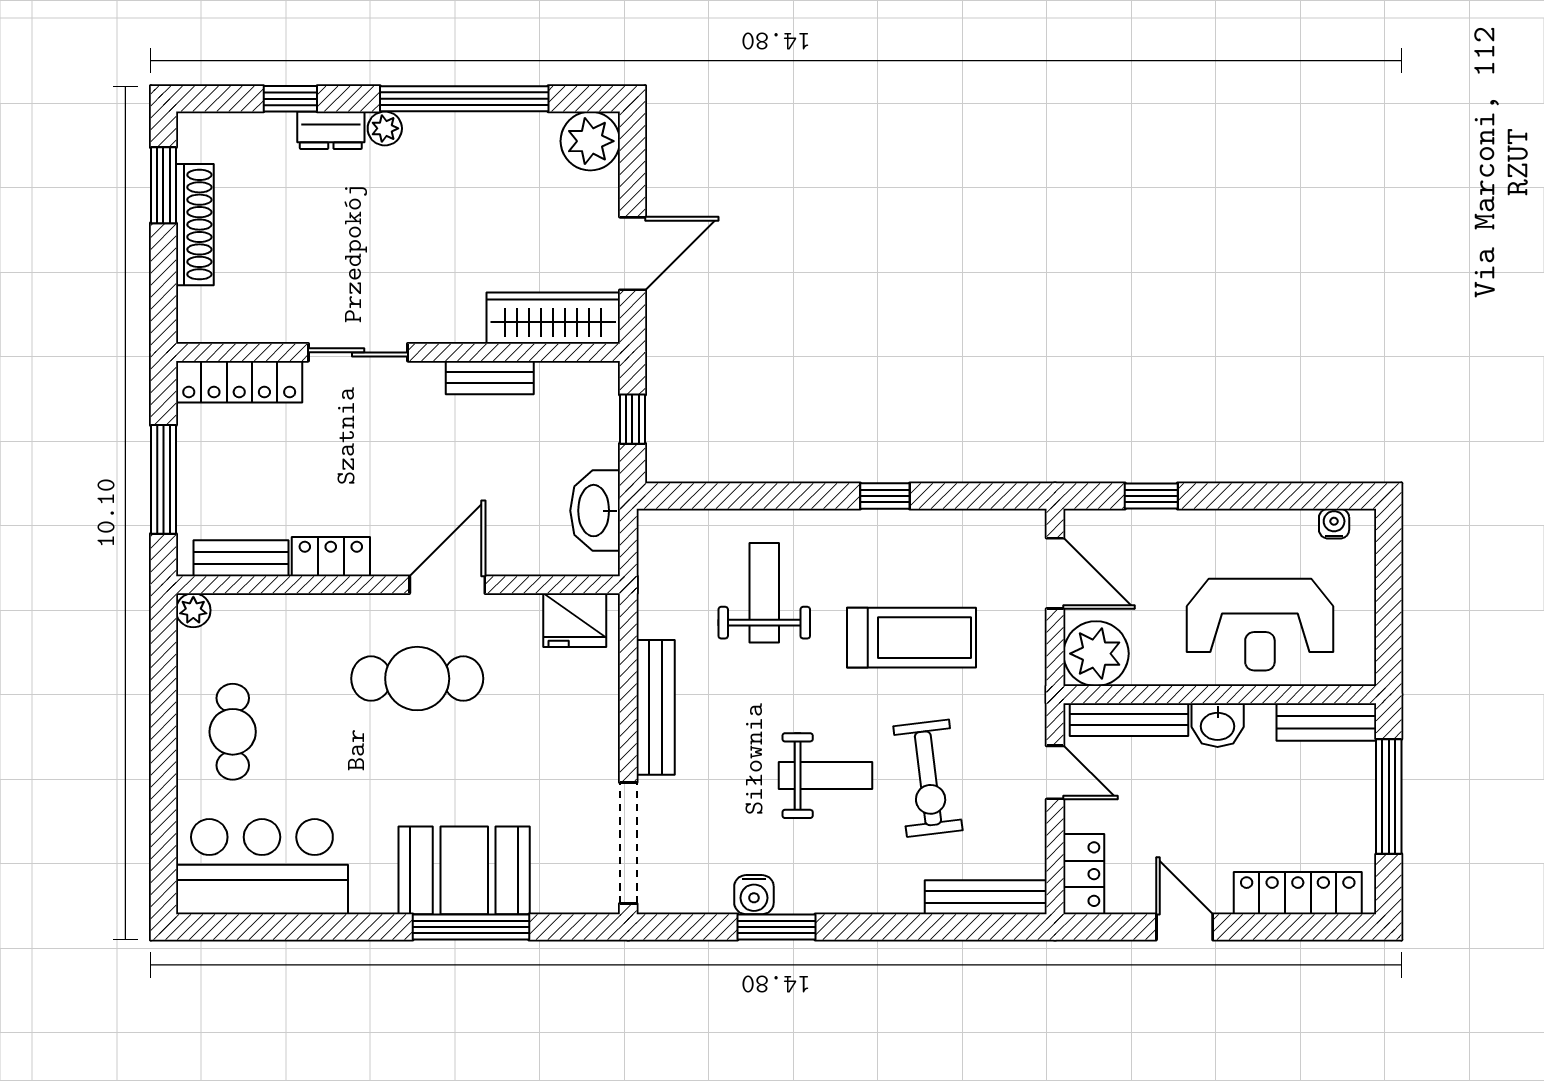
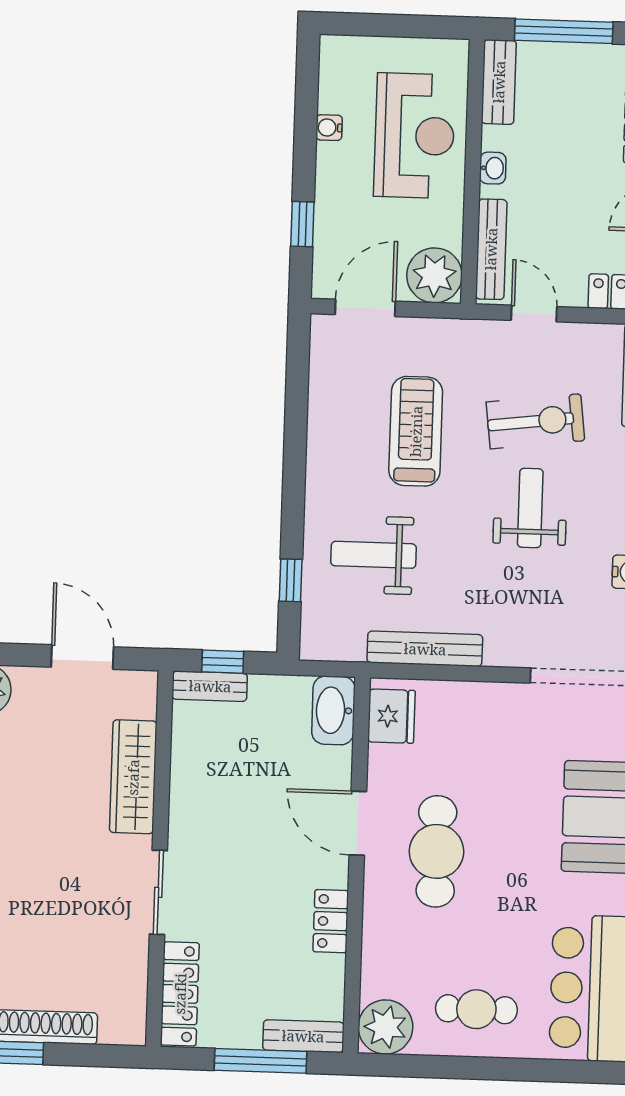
wardrobe: (553, 318) -> (133, 777), moved
bench: (490, 378) -> (210, 686), moved, turned 90
window: (885, 496) -> (291, 580), moved
washbasin: (595, 511) -> (333, 710), moved, turned 90
water cooler: (1334, 524) -> (329, 128), moved
bench: (241, 558) -> (303, 1036), moved, turned 90
plant: (193, 610) -> (385, 1027), width x1.88, depth x1.88
bench: (656, 707) -> (425, 649), moved
washbasin: (1218, 725) -> (493, 168), width x0.72, depth x0.69
door: (1055, 772) -> (534, 313), hinge flipped

